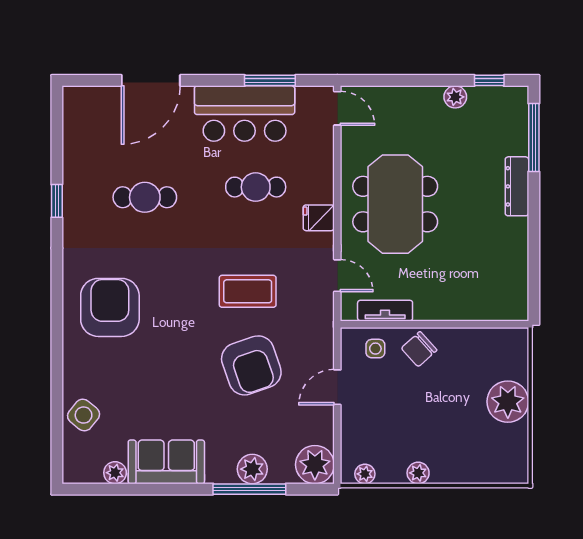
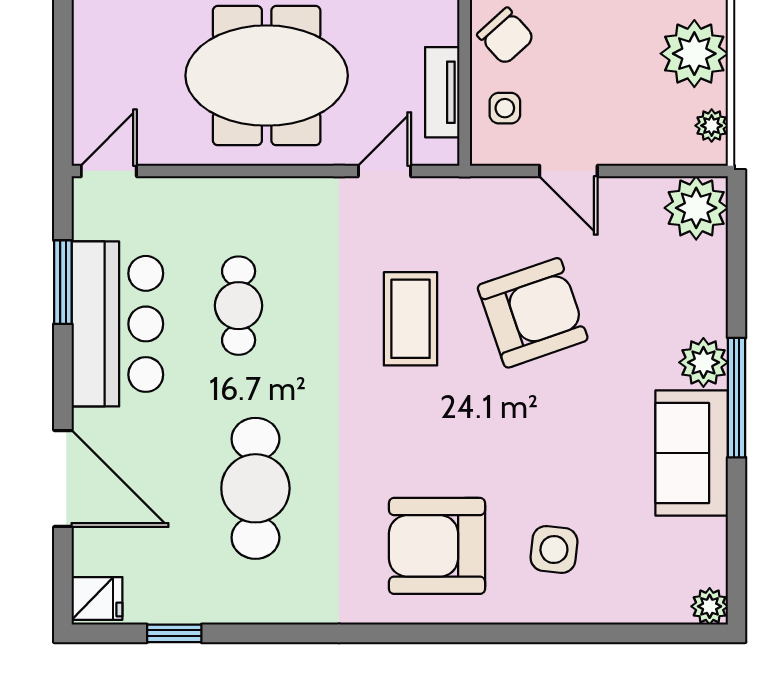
cafe table: (145, 197) -> (255, 488), width x1.37, depth x1.35
window: (57, 201) -> (174, 633), moved
fridge: (319, 218) -> (97, 598), moved, turned -90
side table: (84, 415) -> (554, 550), moved, turned -33
plant: (252, 469) -> (703, 362), moved
plant: (115, 473) -> (710, 606), moved
plant: (418, 473) -> (694, 54), width x1.87, depth x1.87
window: (249, 489) -> (737, 398), moved

